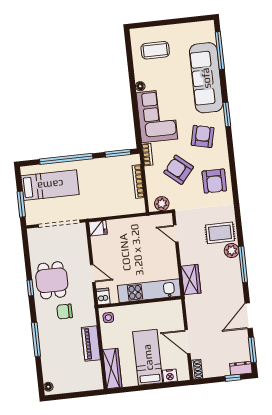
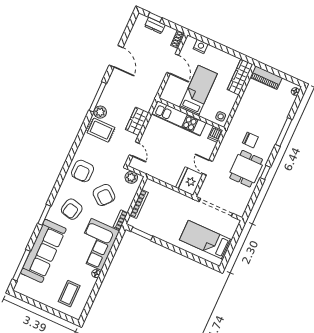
coffee table: (155, 50) -> (69, 294), turned 90
window: (66, 159) -> (182, 252), removed
armchair: (214, 181) -> (83, 171), turned 180
window: (21, 204) -> (235, 238), removed
fridge: (98, 228) -> (189, 181), width x1.88, depth x1.34
door: (93, 274) -> (208, 168), moved
wardrobe: (191, 280) -> (137, 121), moved
door: (249, 316) -> (116, 56), hinge flipped
piano: (91, 344) -> (266, 78), moved, turned 90
window: (252, 350) -> (128, 29), removed
bed: (148, 357) -> (198, 90), moved, turned 180
dresser: (241, 368) -> (155, 26), moved

